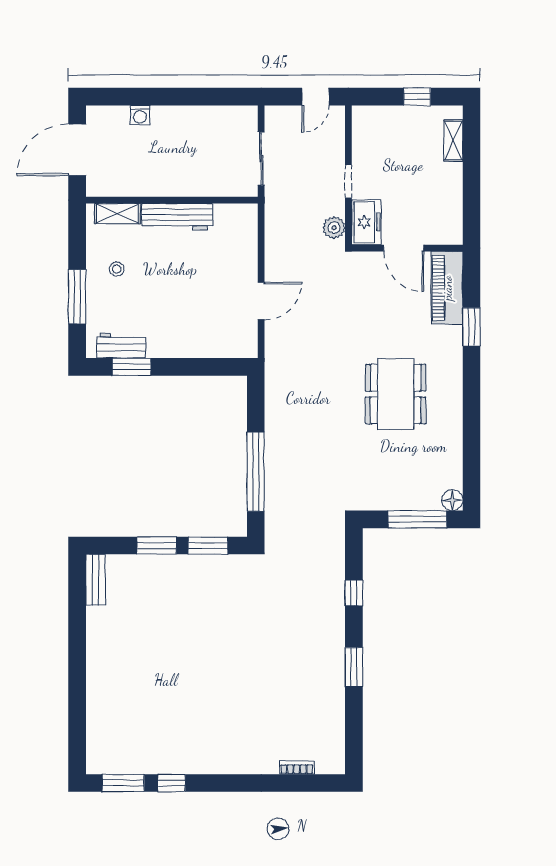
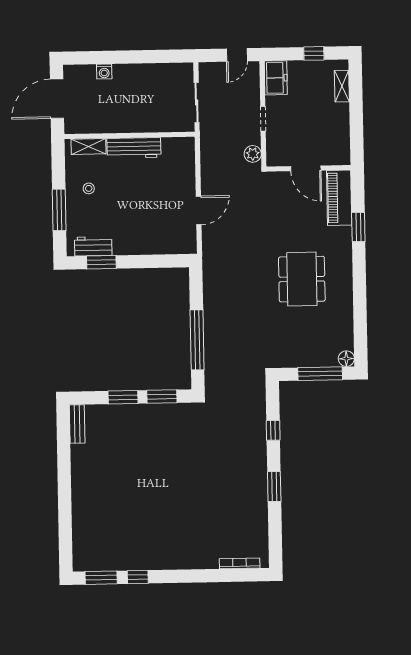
freezer: (366, 222) -> (276, 78), moved
bookcase: (297, 767) -> (240, 563), width x1.56

